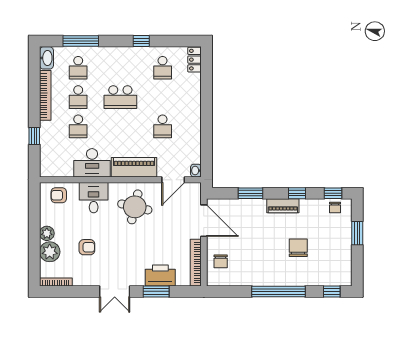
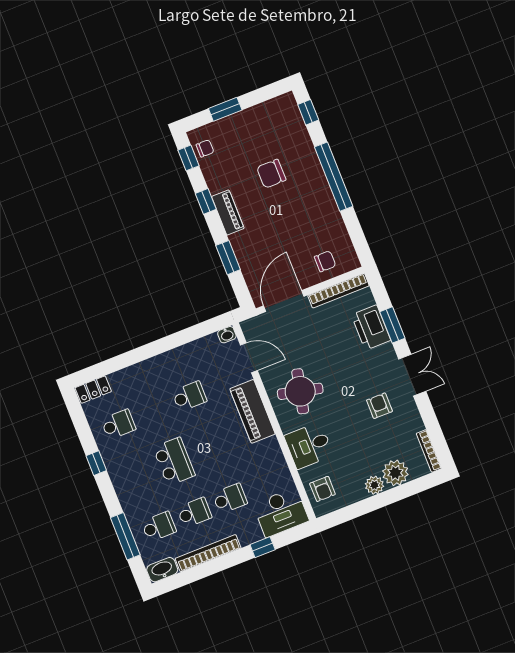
desk: (92, 163) -> (281, 512), moved, turned 90
armchair: (87, 247) -> (379, 406), moved

